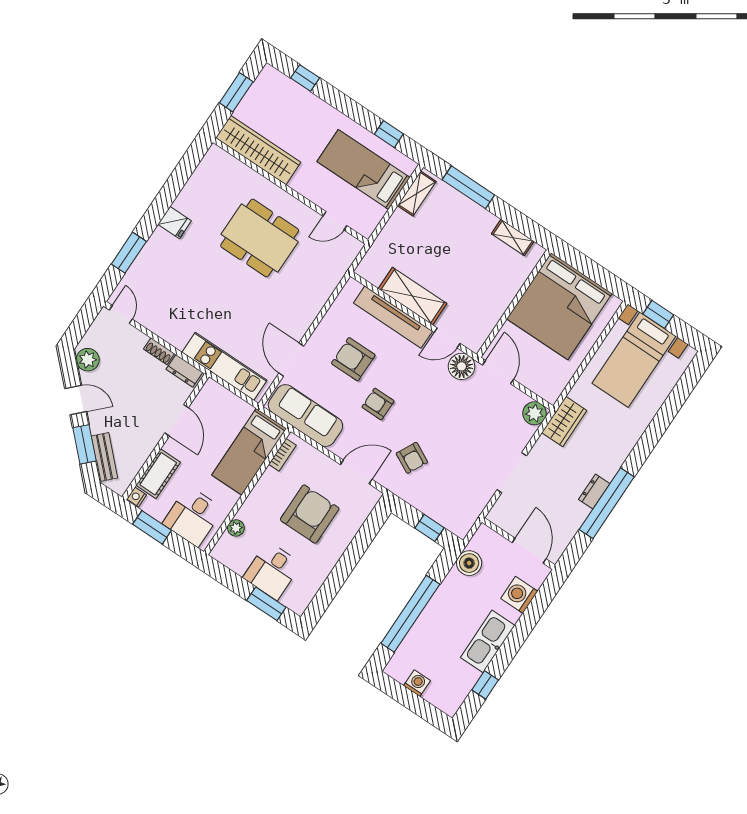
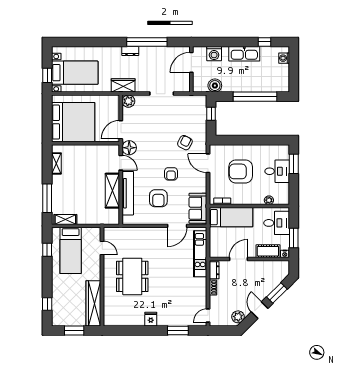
sofa: (305, 416) -> (198, 208), width x0.73
bench: (104, 457) -> (277, 280), removed
dresser: (594, 492) -> (130, 51), moved
washing machine: (417, 683) -> (284, 58), moved

